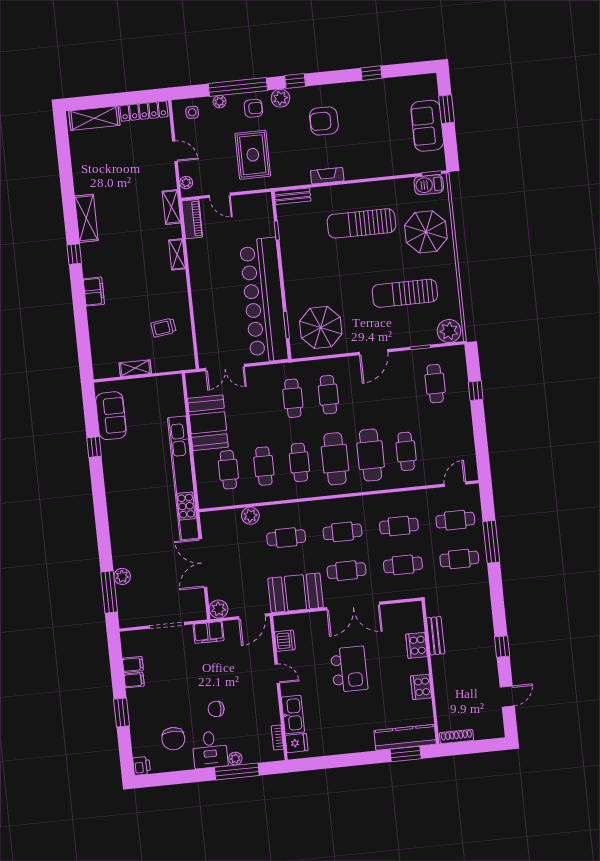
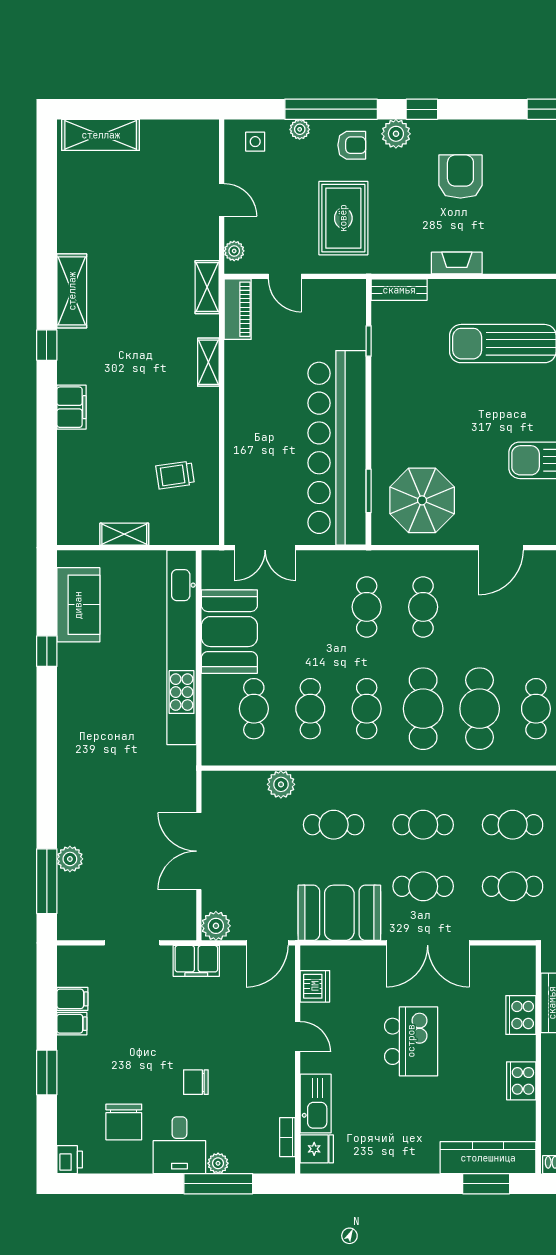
locker: (144, 111) -> (179, 132), removed
armchair: (324, 121) -> (460, 177), turned 90
kitchen unit: (183, 478) -> (182, 647), moved

